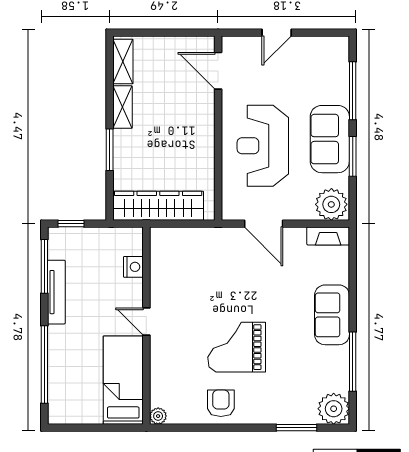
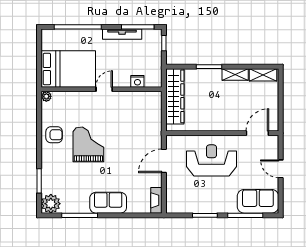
sofa: (330, 139) -> (258, 201), moved
plant: (331, 204) -> (176, 202), removed
bed: (123, 380) -> (68, 69), width x1.50

